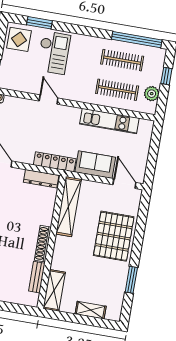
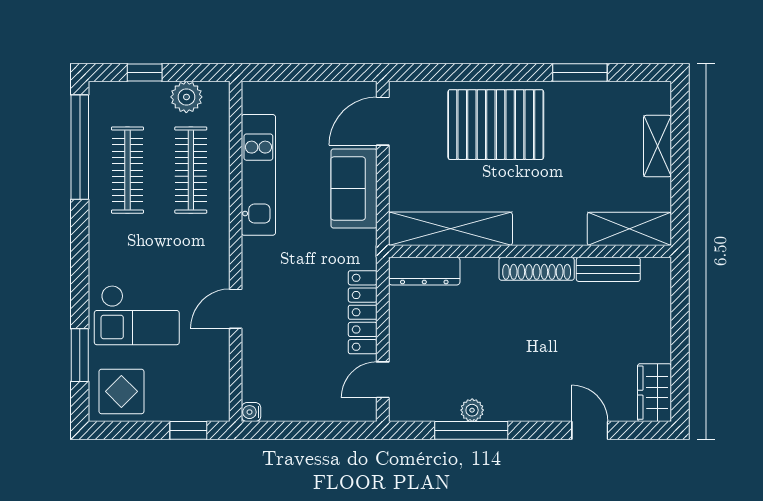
checkout: (54, 53) -> (137, 315), turned 180
locker: (55, 162) -> (363, 312), moved
dresser: (41, 179) -> (424, 271), moved, turned 90

